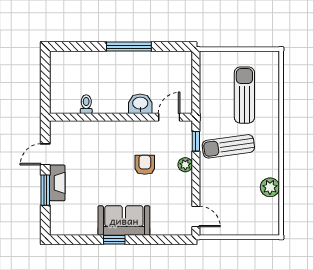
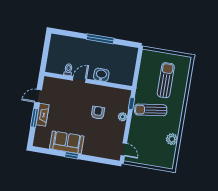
door: (169, 117) -> (79, 80), moved
sofa: (124, 221) -> (67, 142), moved

